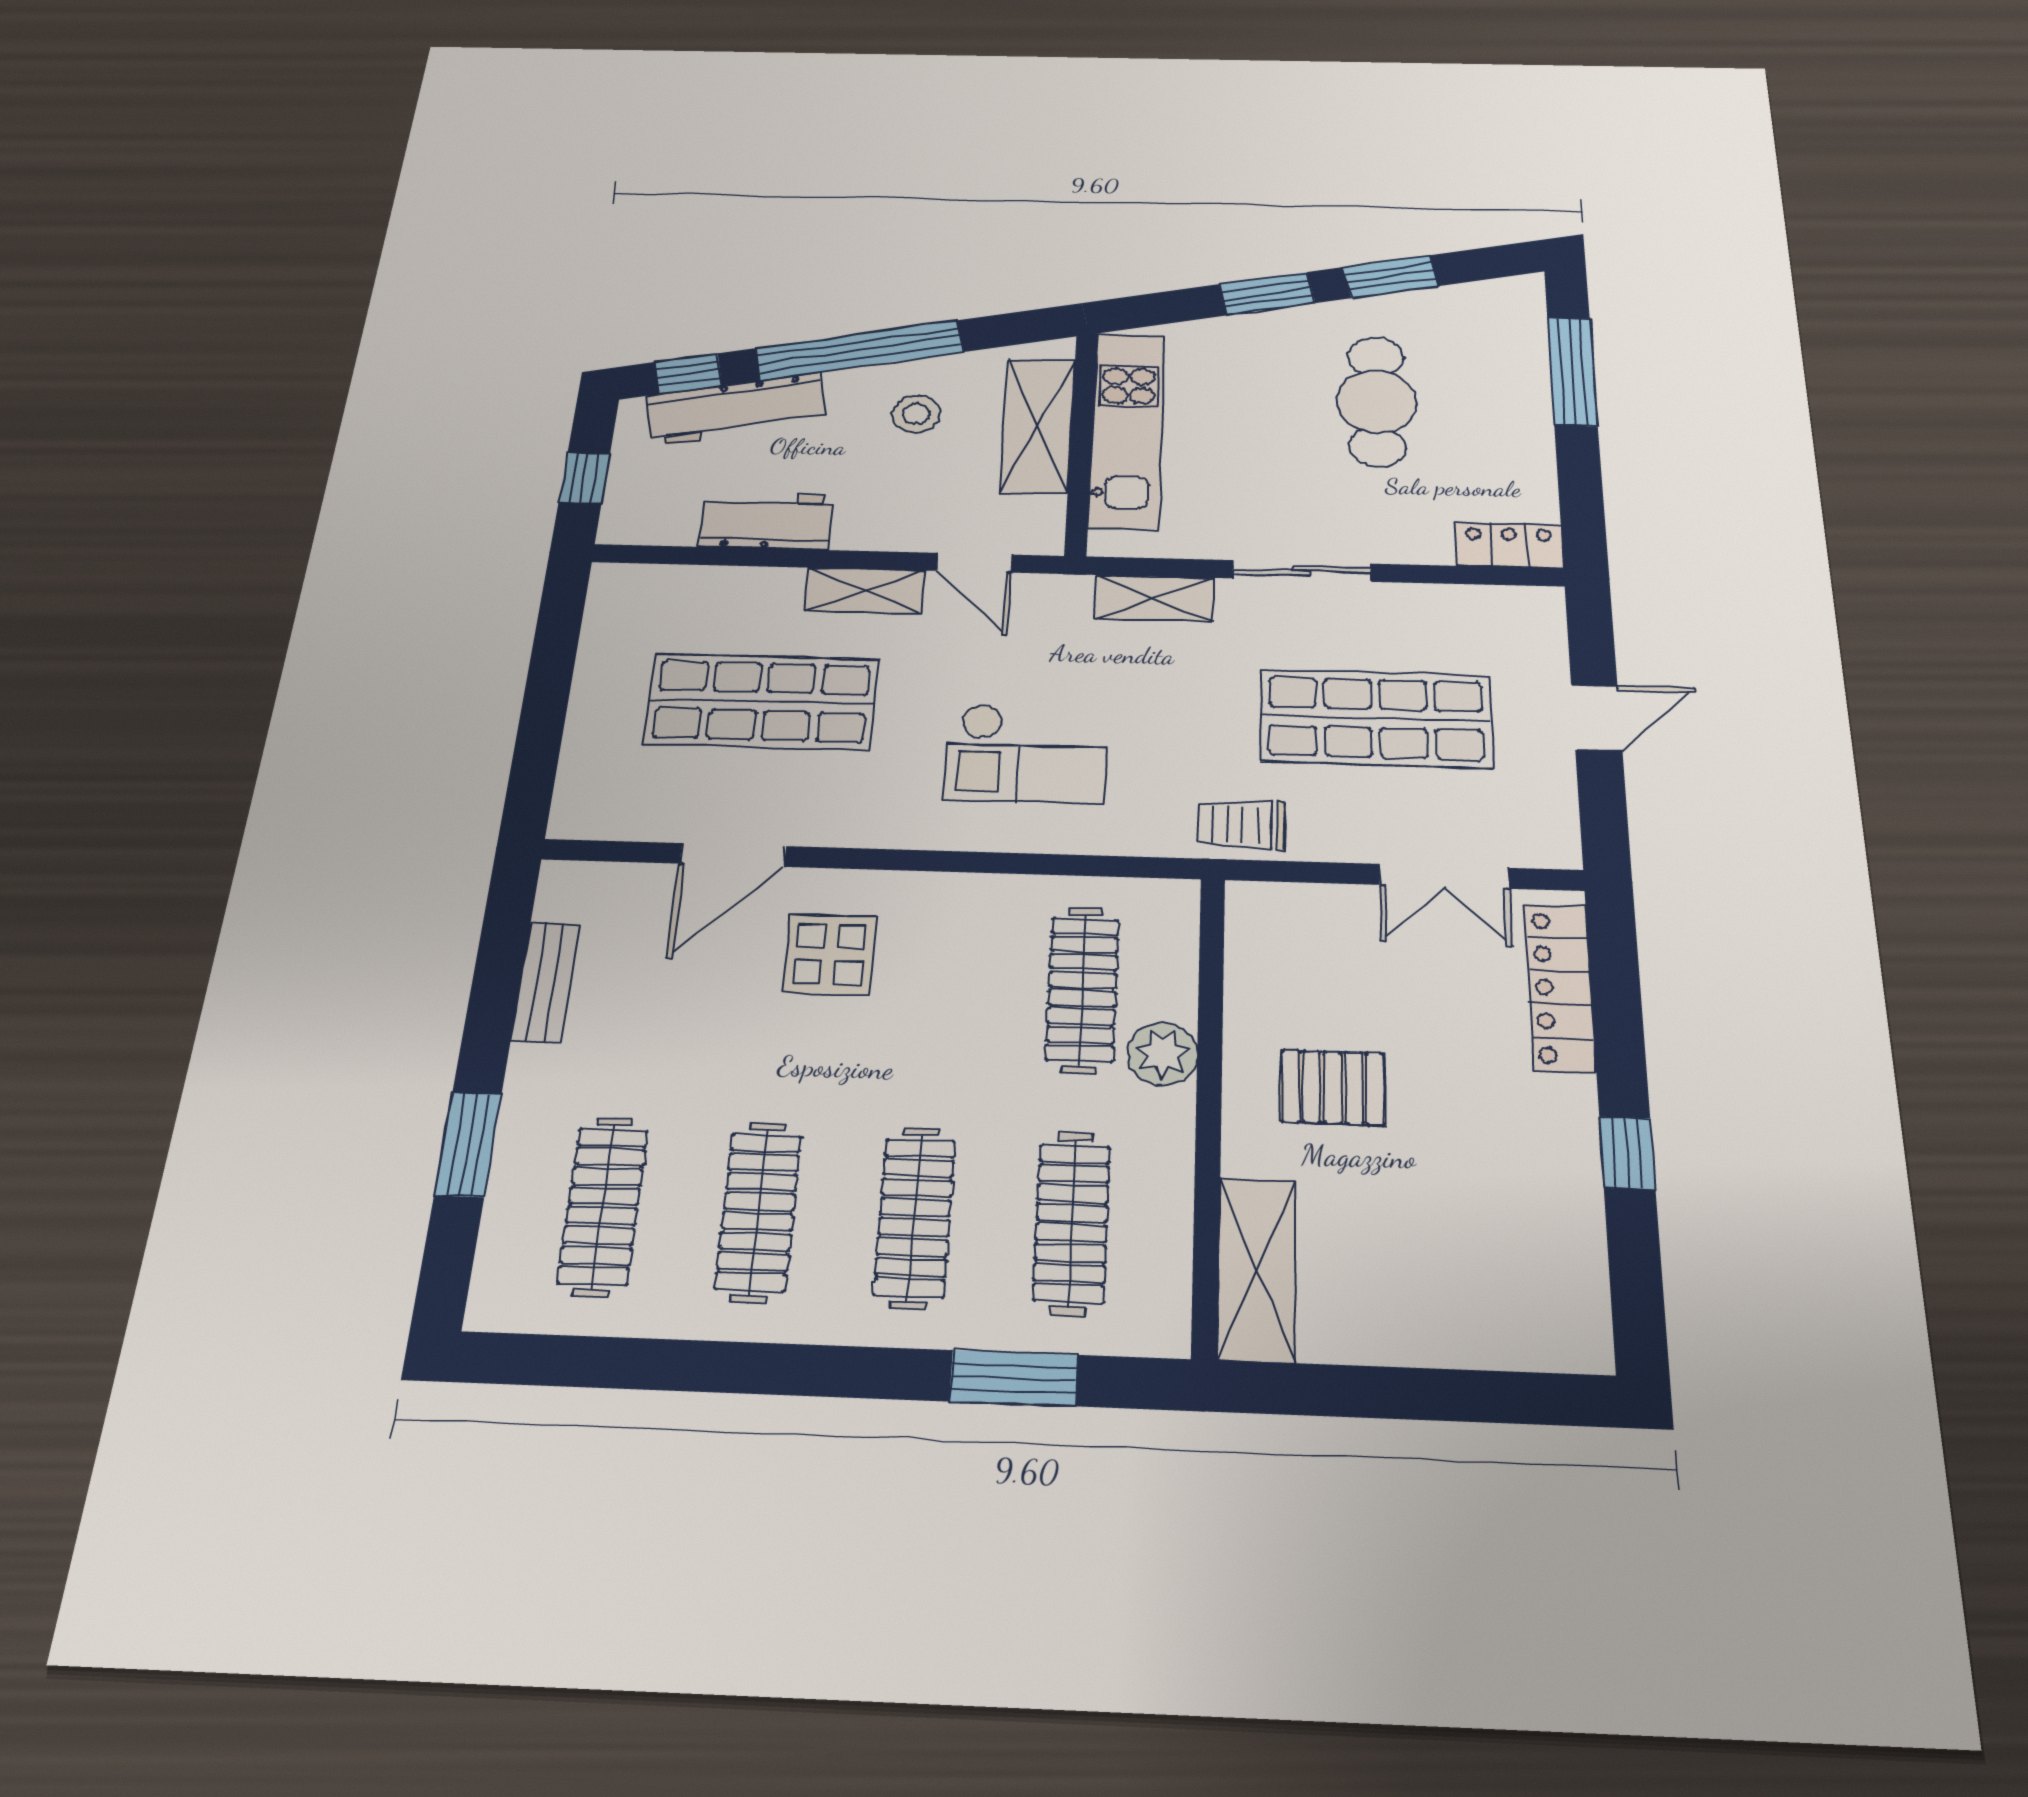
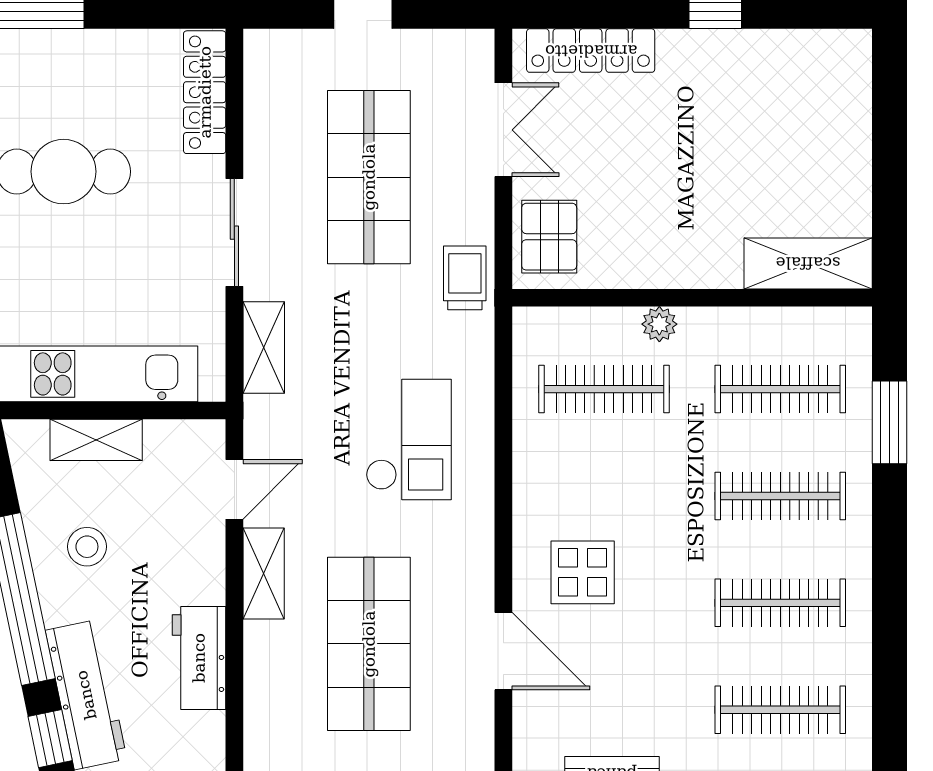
shelving: (1038, 425) -> (96, 440), width x0.67, depth x0.75
locker: (1509, 545) -> (205, 92), width x1.53
trolley: (1241, 824) -> (465, 278), turned 180
plant: (1163, 1054) -> (659, 324), width x0.73, depth x0.73
pallet: (1333, 1087) -> (549, 237), moved

